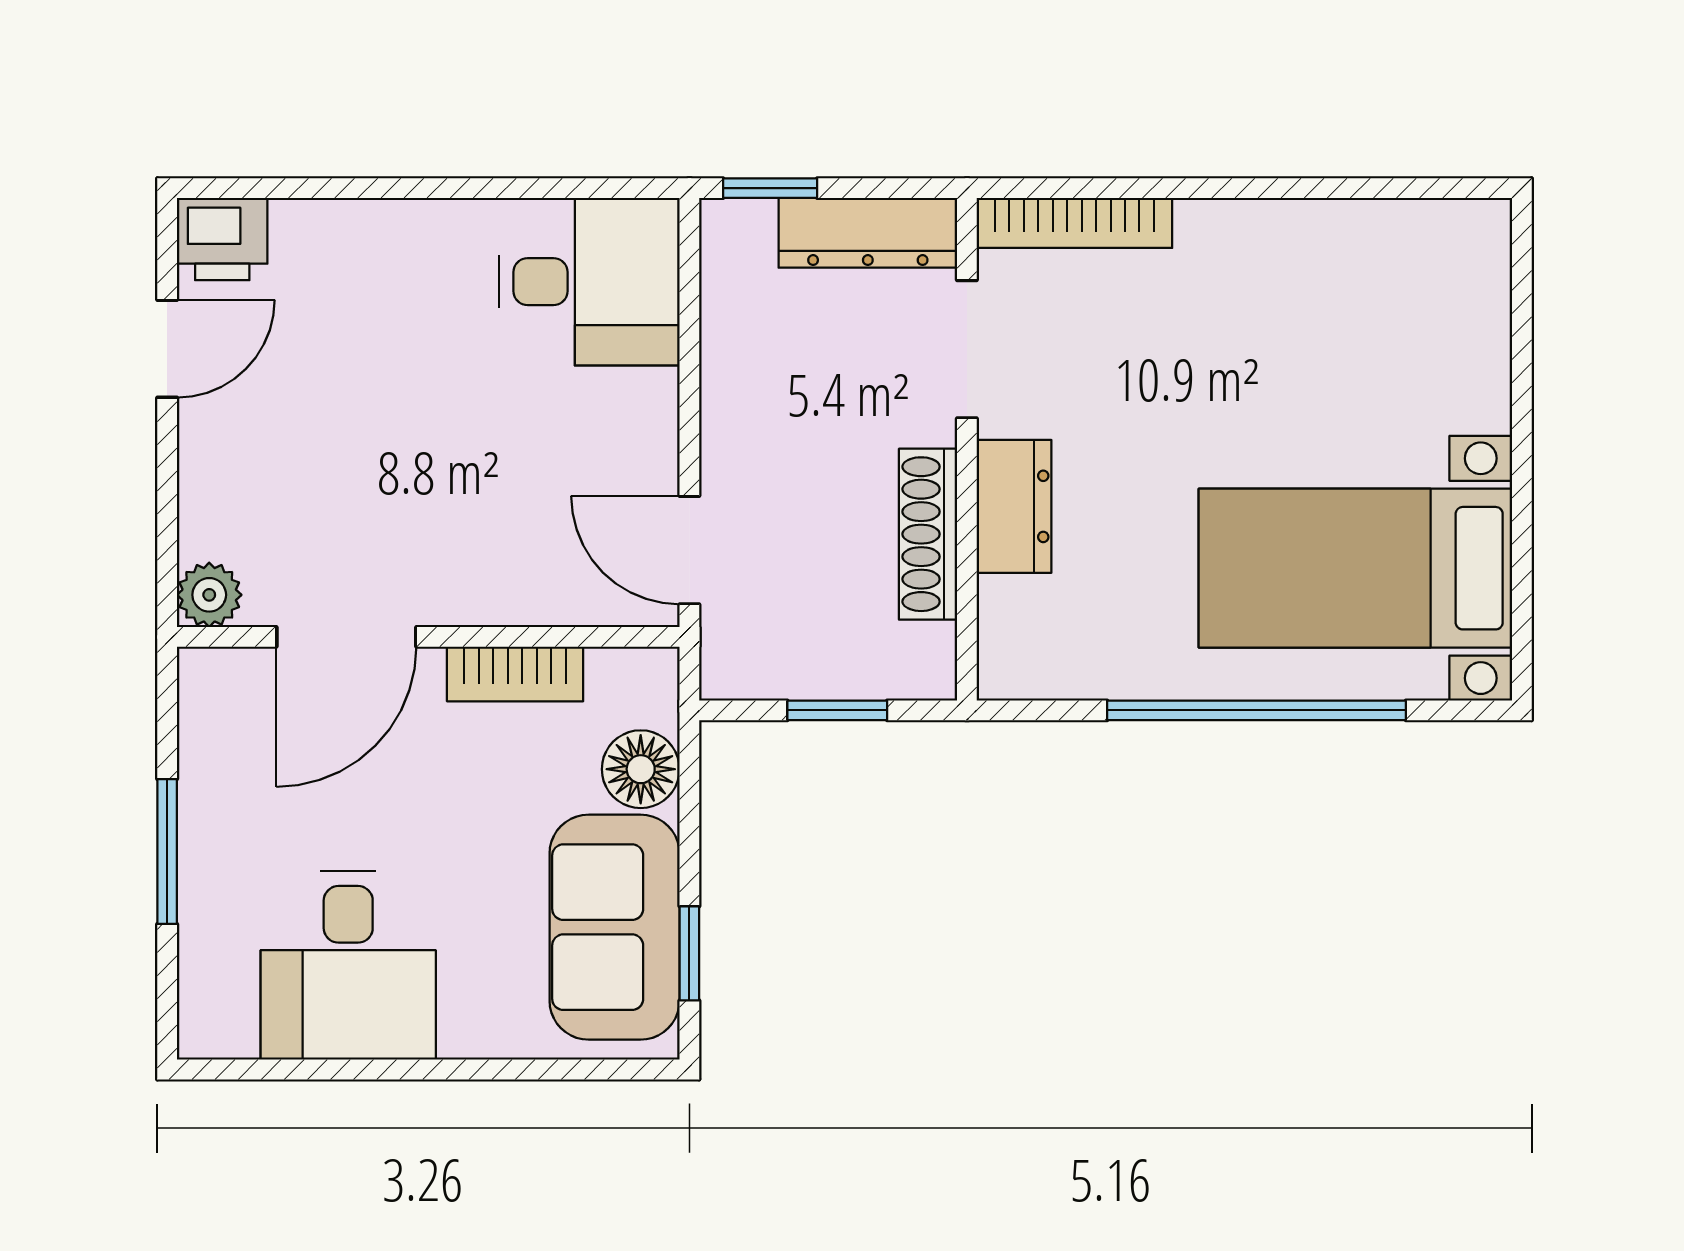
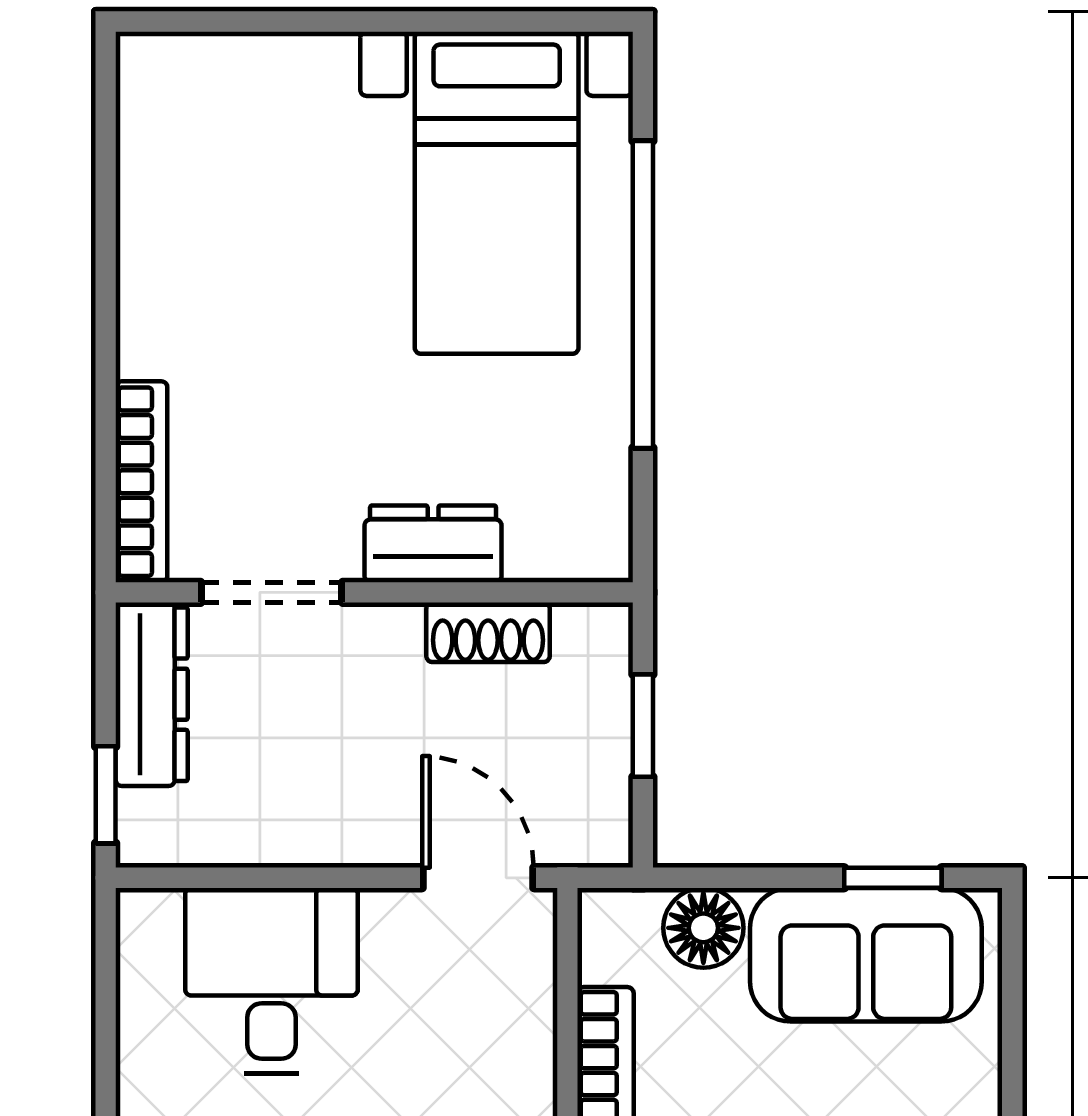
desk: (589, 282) -> (271, 981), moved
shoe rack: (928, 534) -> (488, 632), width x0.70
door: (689, 550) -> (478, 878), swing flipped

